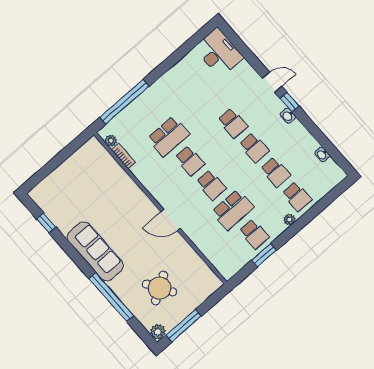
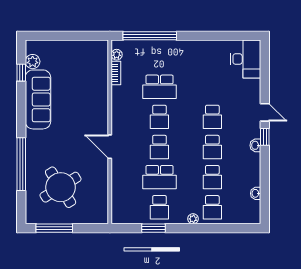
sofa: (95, 251) -> (38, 99), moved
round table: (160, 288) -> (61, 187), width x1.36, depth x1.36
plant: (158, 332) -> (33, 62), moved

